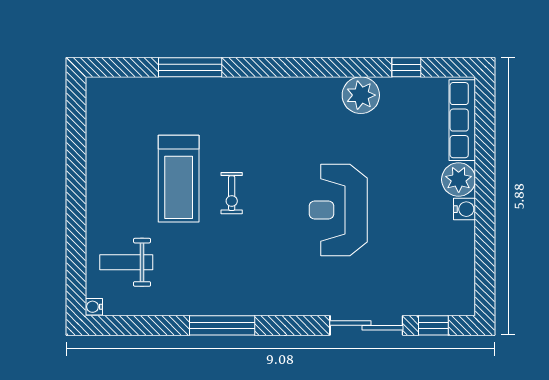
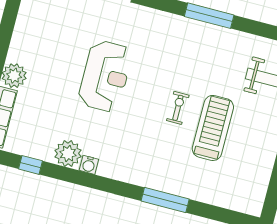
window: (190, 67) -> (165, 200), moved
water cooler: (465, 209) -> (89, 165), moved, turned -90

